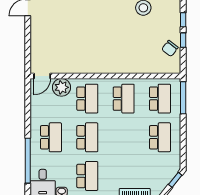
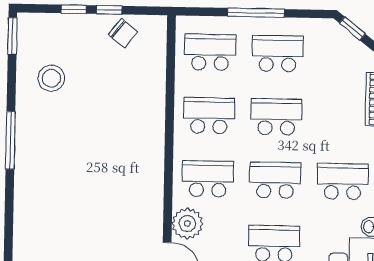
window: (183, 98) -> (256, 13), moved
school desk: (124, 137) -> (276, 117), added

